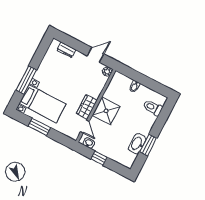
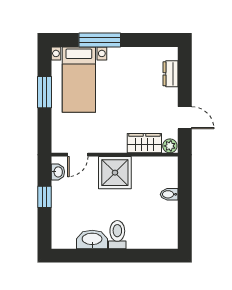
wardrobe: (87, 107) -> (144, 143), moved
toilet: (153, 107) -> (117, 235), moved
window: (148, 145) -> (98, 256), removed

